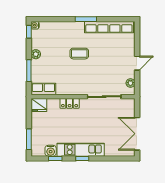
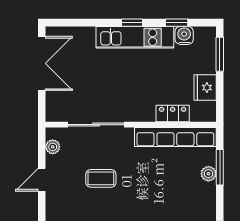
plant: (36, 54) -> (208, 174), moved
coffee table: (79, 54) -> (101, 178), moved
row of seats: (43, 89) -> (175, 137), width x2.02
locker: (70, 103) -> (173, 113), moved
fridge: (39, 105) -> (205, 88), moved, turned -90

